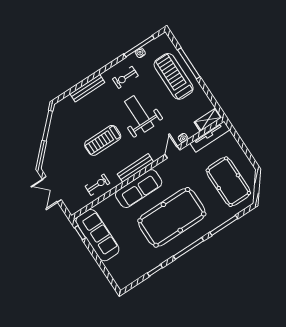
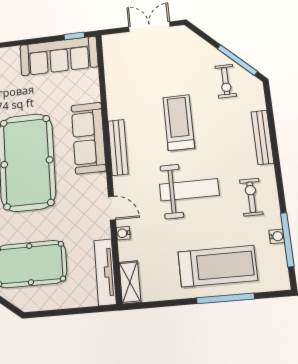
exercise bike: (97, 185) -> (226, 81), moved

